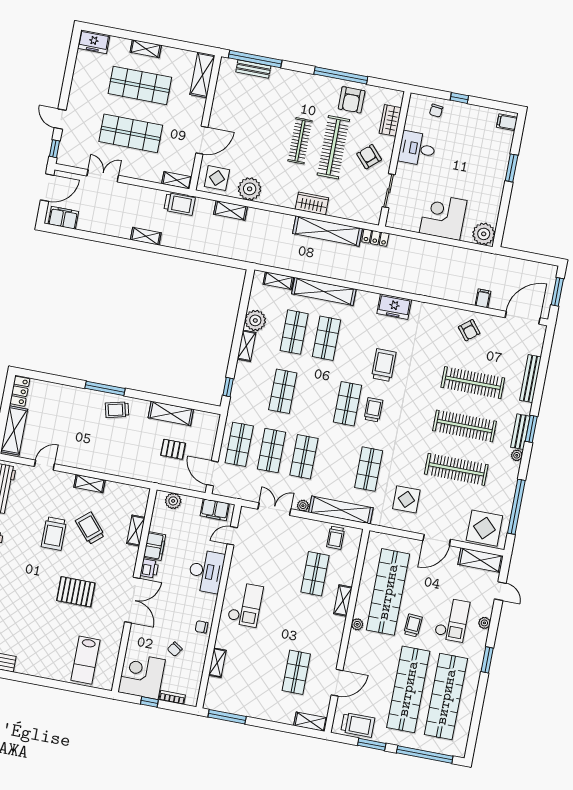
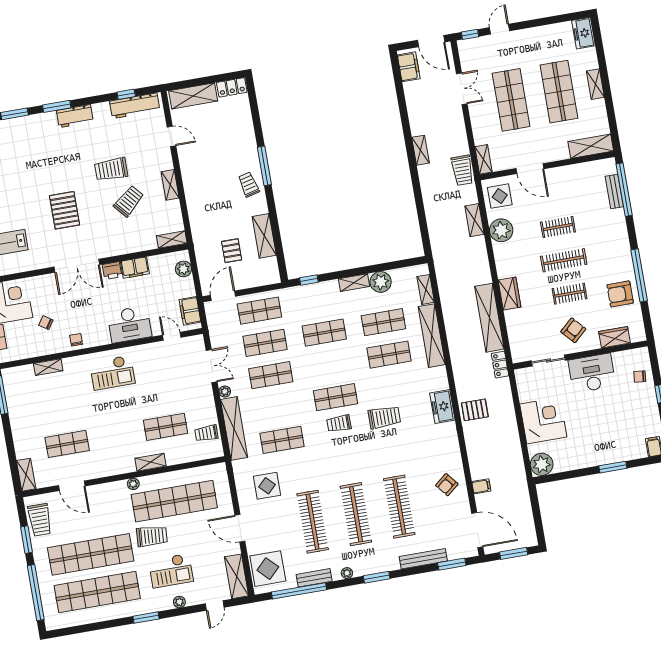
clothes rail: (267, 134) -> (558, 227), added
clothes rail: (333, 147) -> (570, 294), width x0.54, depth x0.76
desk: (417, 149) -> (592, 373), width x1.37
pallet: (409, 277) -> (475, 410), added
window: (546, 354) -> (452, 564), added
trolley: (373, 410) -> (339, 423), turned 180
bench: (520, 432) -> (314, 578), moved
shelving: (136, 531) -> (172, 240), moved
trolley: (413, 625) -> (152, 536), width x1.36, depth x1.39

